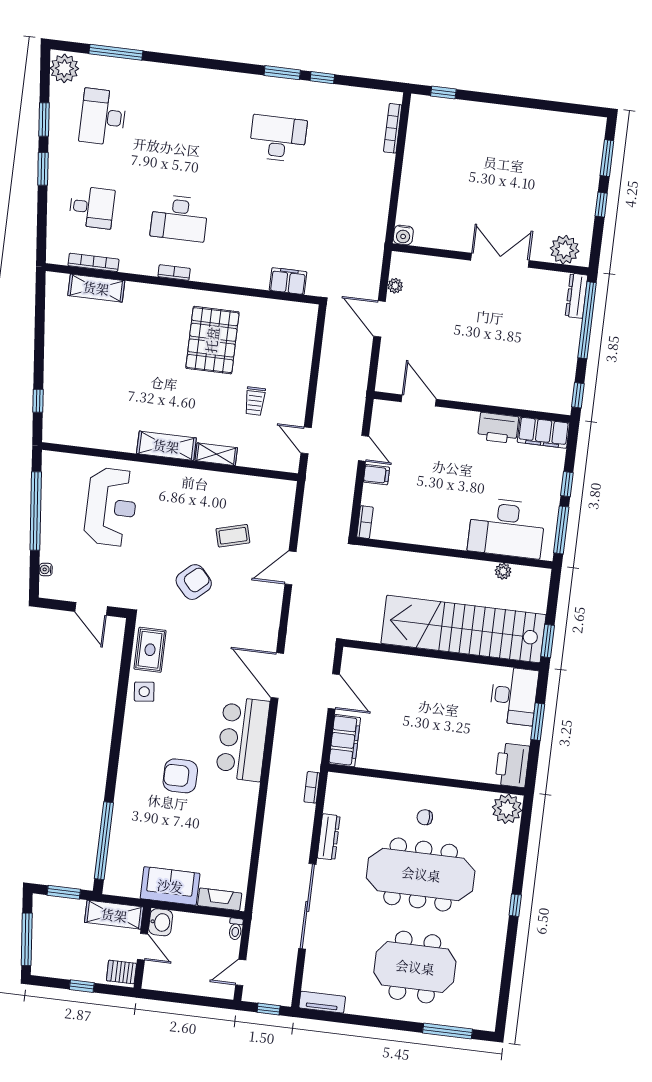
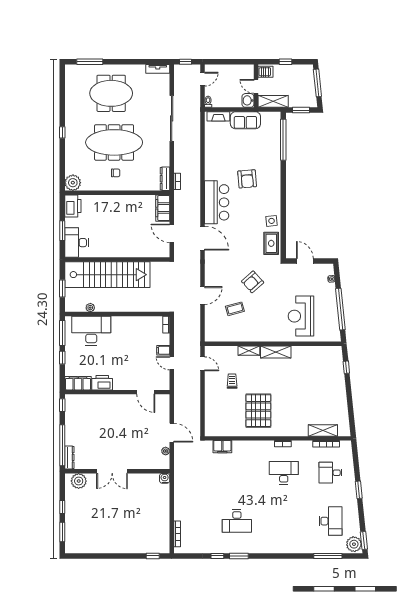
window: (44, 119) -> (364, 540), moved
window: (548, 641) -> (62, 288), moved
armchair: (180, 776) -> (247, 179), turned 85
dresser: (329, 837) -> (165, 179), moved

